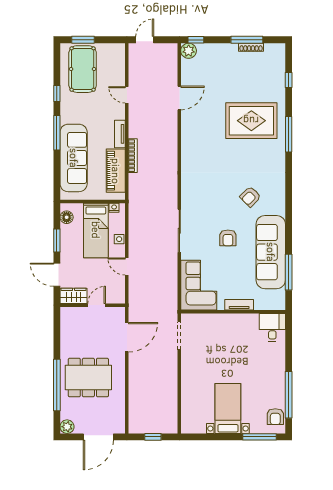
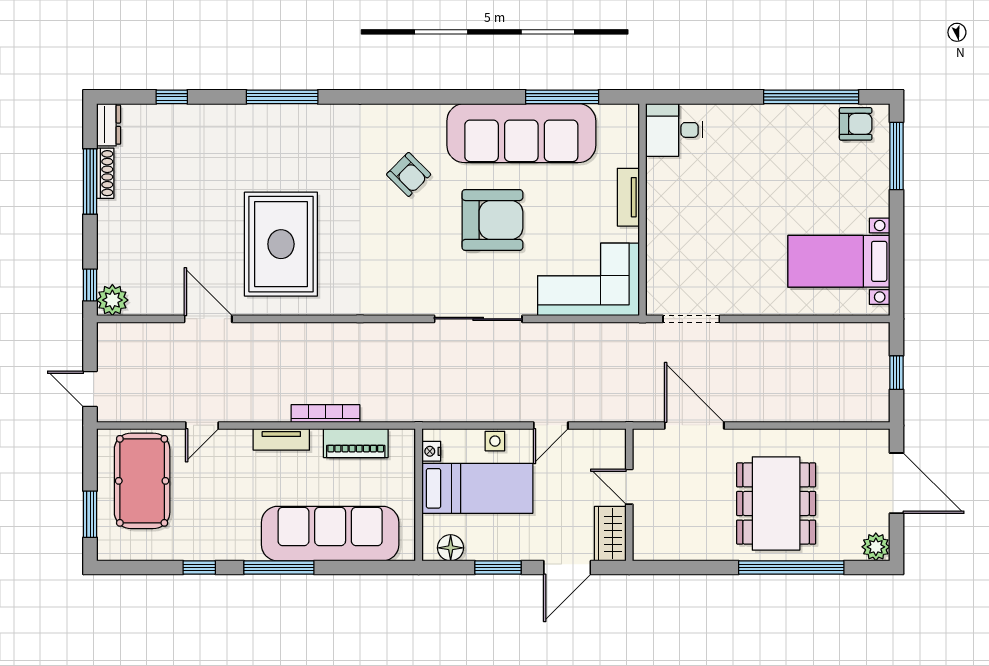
dresser: (275, 49) -> (109, 125), added
pool table: (83, 69) -> (142, 481), moved, turned 90
rug: (251, 121) -> (281, 244), moved
piano: (116, 171) -> (356, 443), width x0.73, depth x0.75
armchair: (228, 238) -> (492, 220), width x1.88, depth x1.88
bed with nightstands: (228, 408) -> (839, 261), moved

